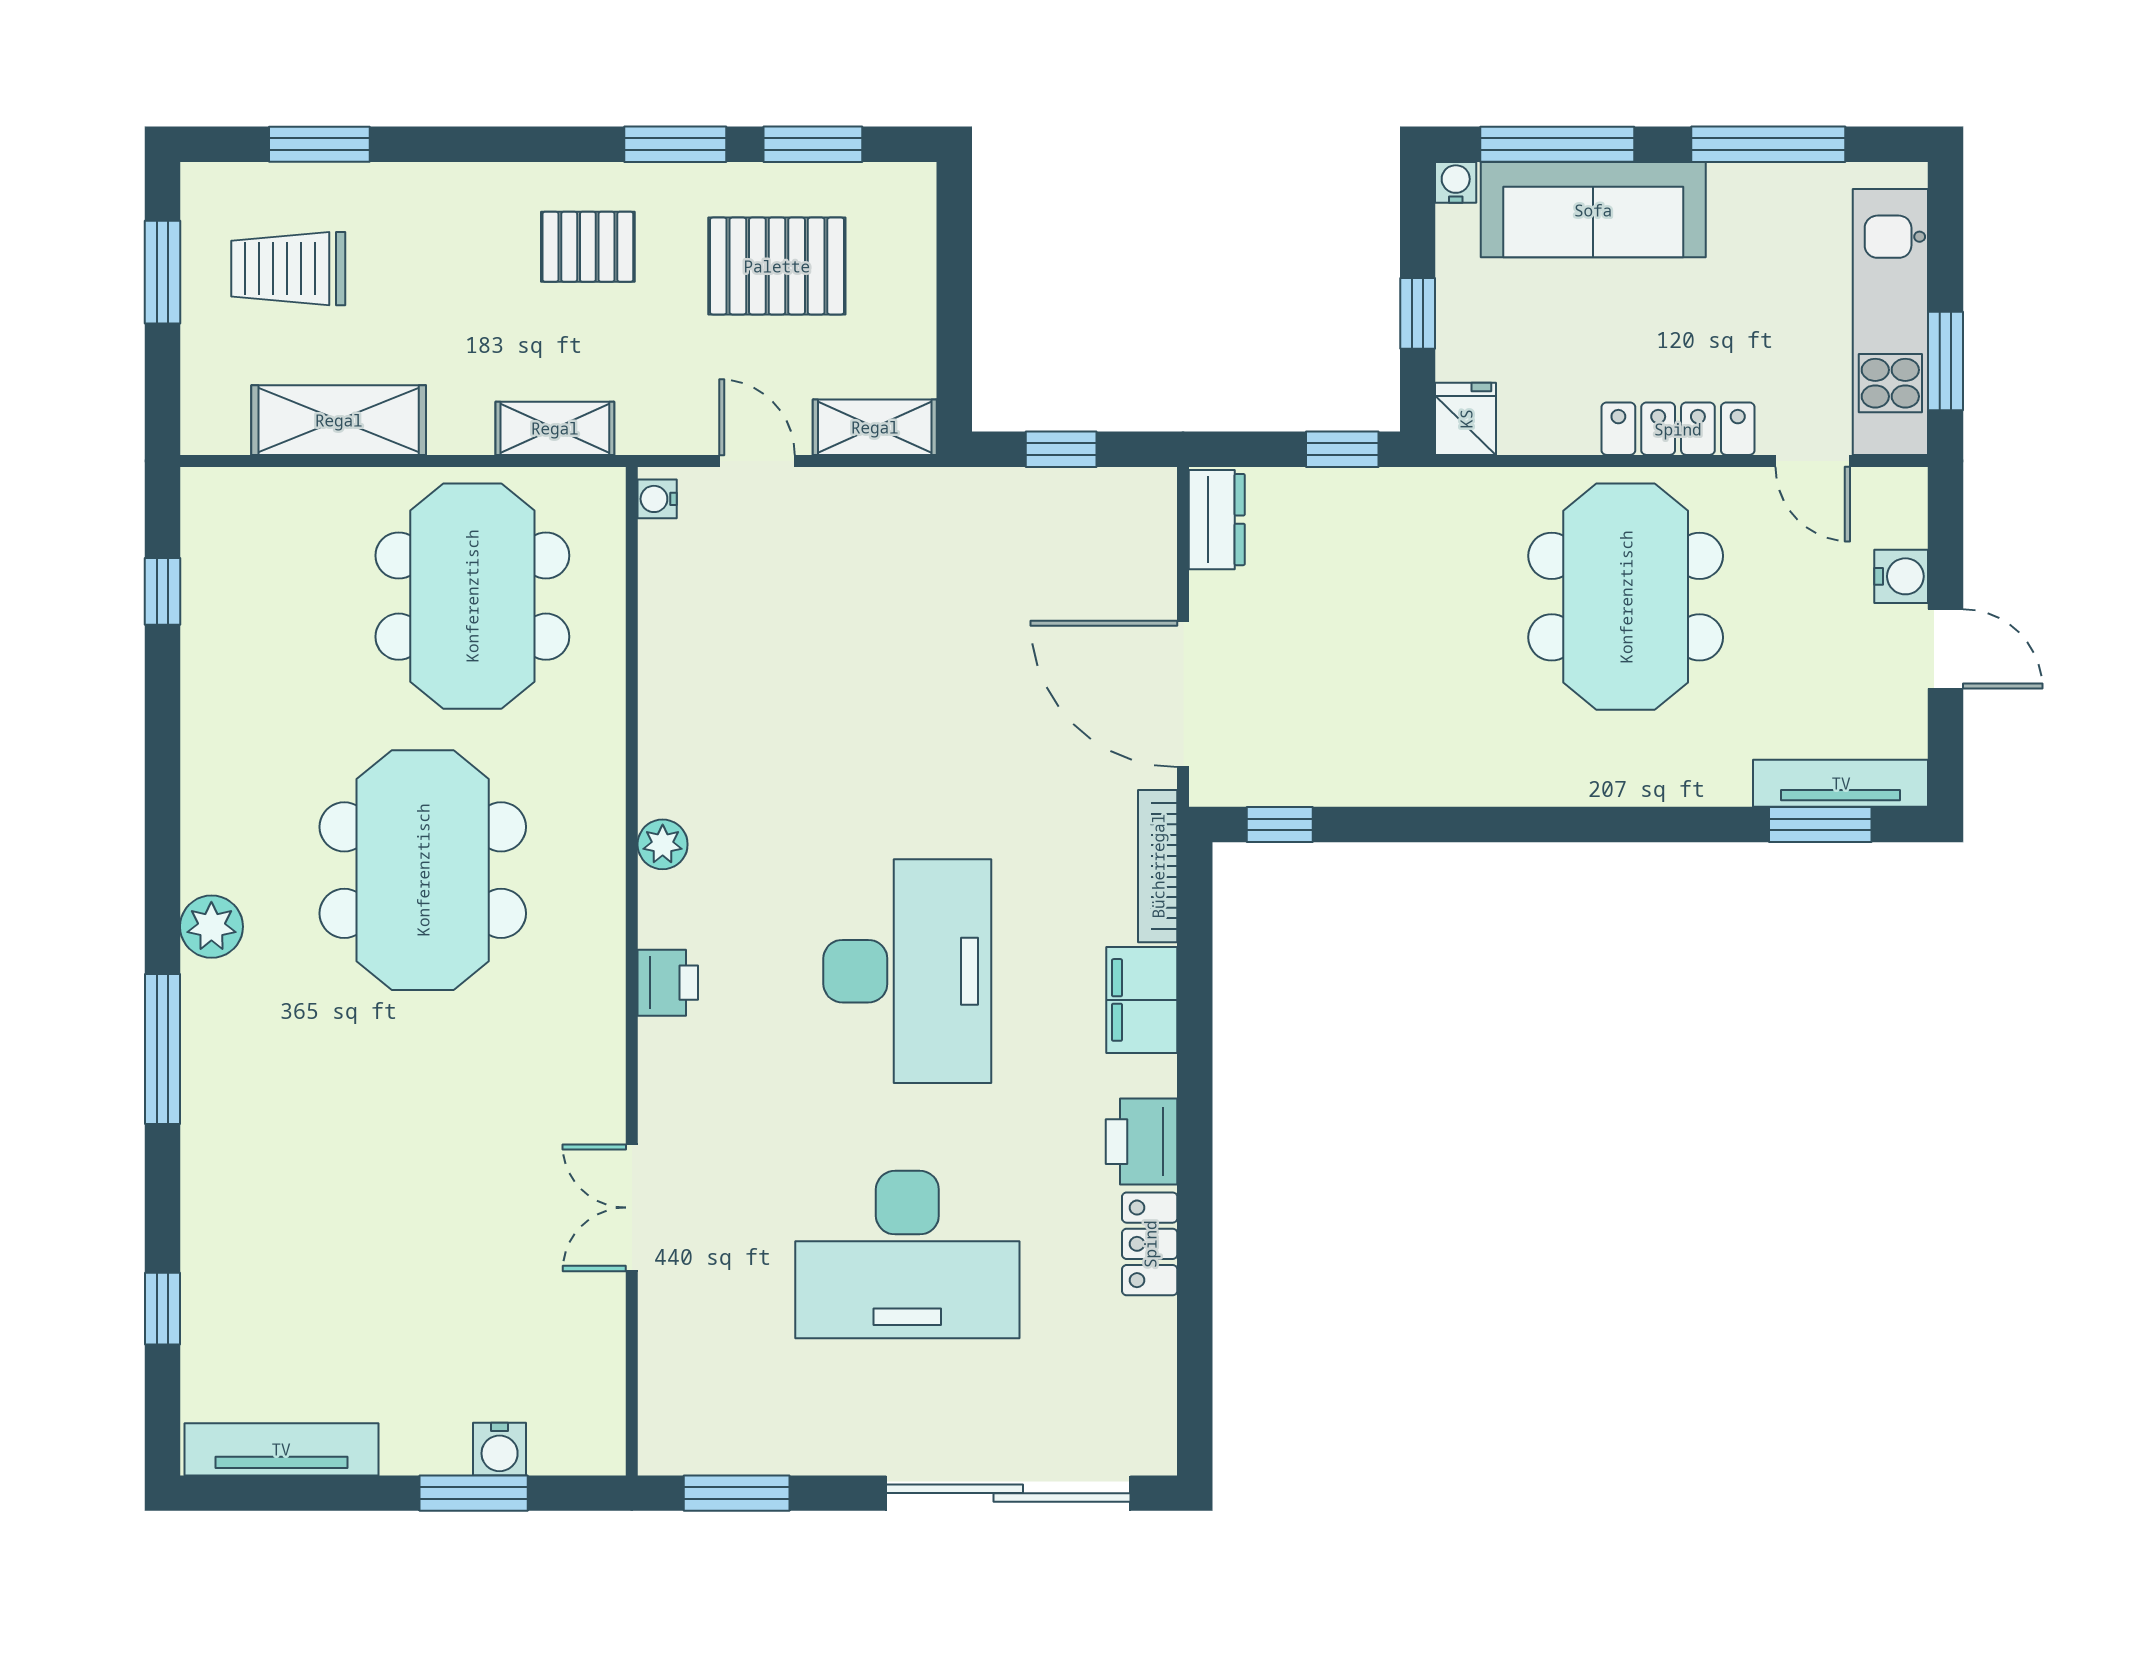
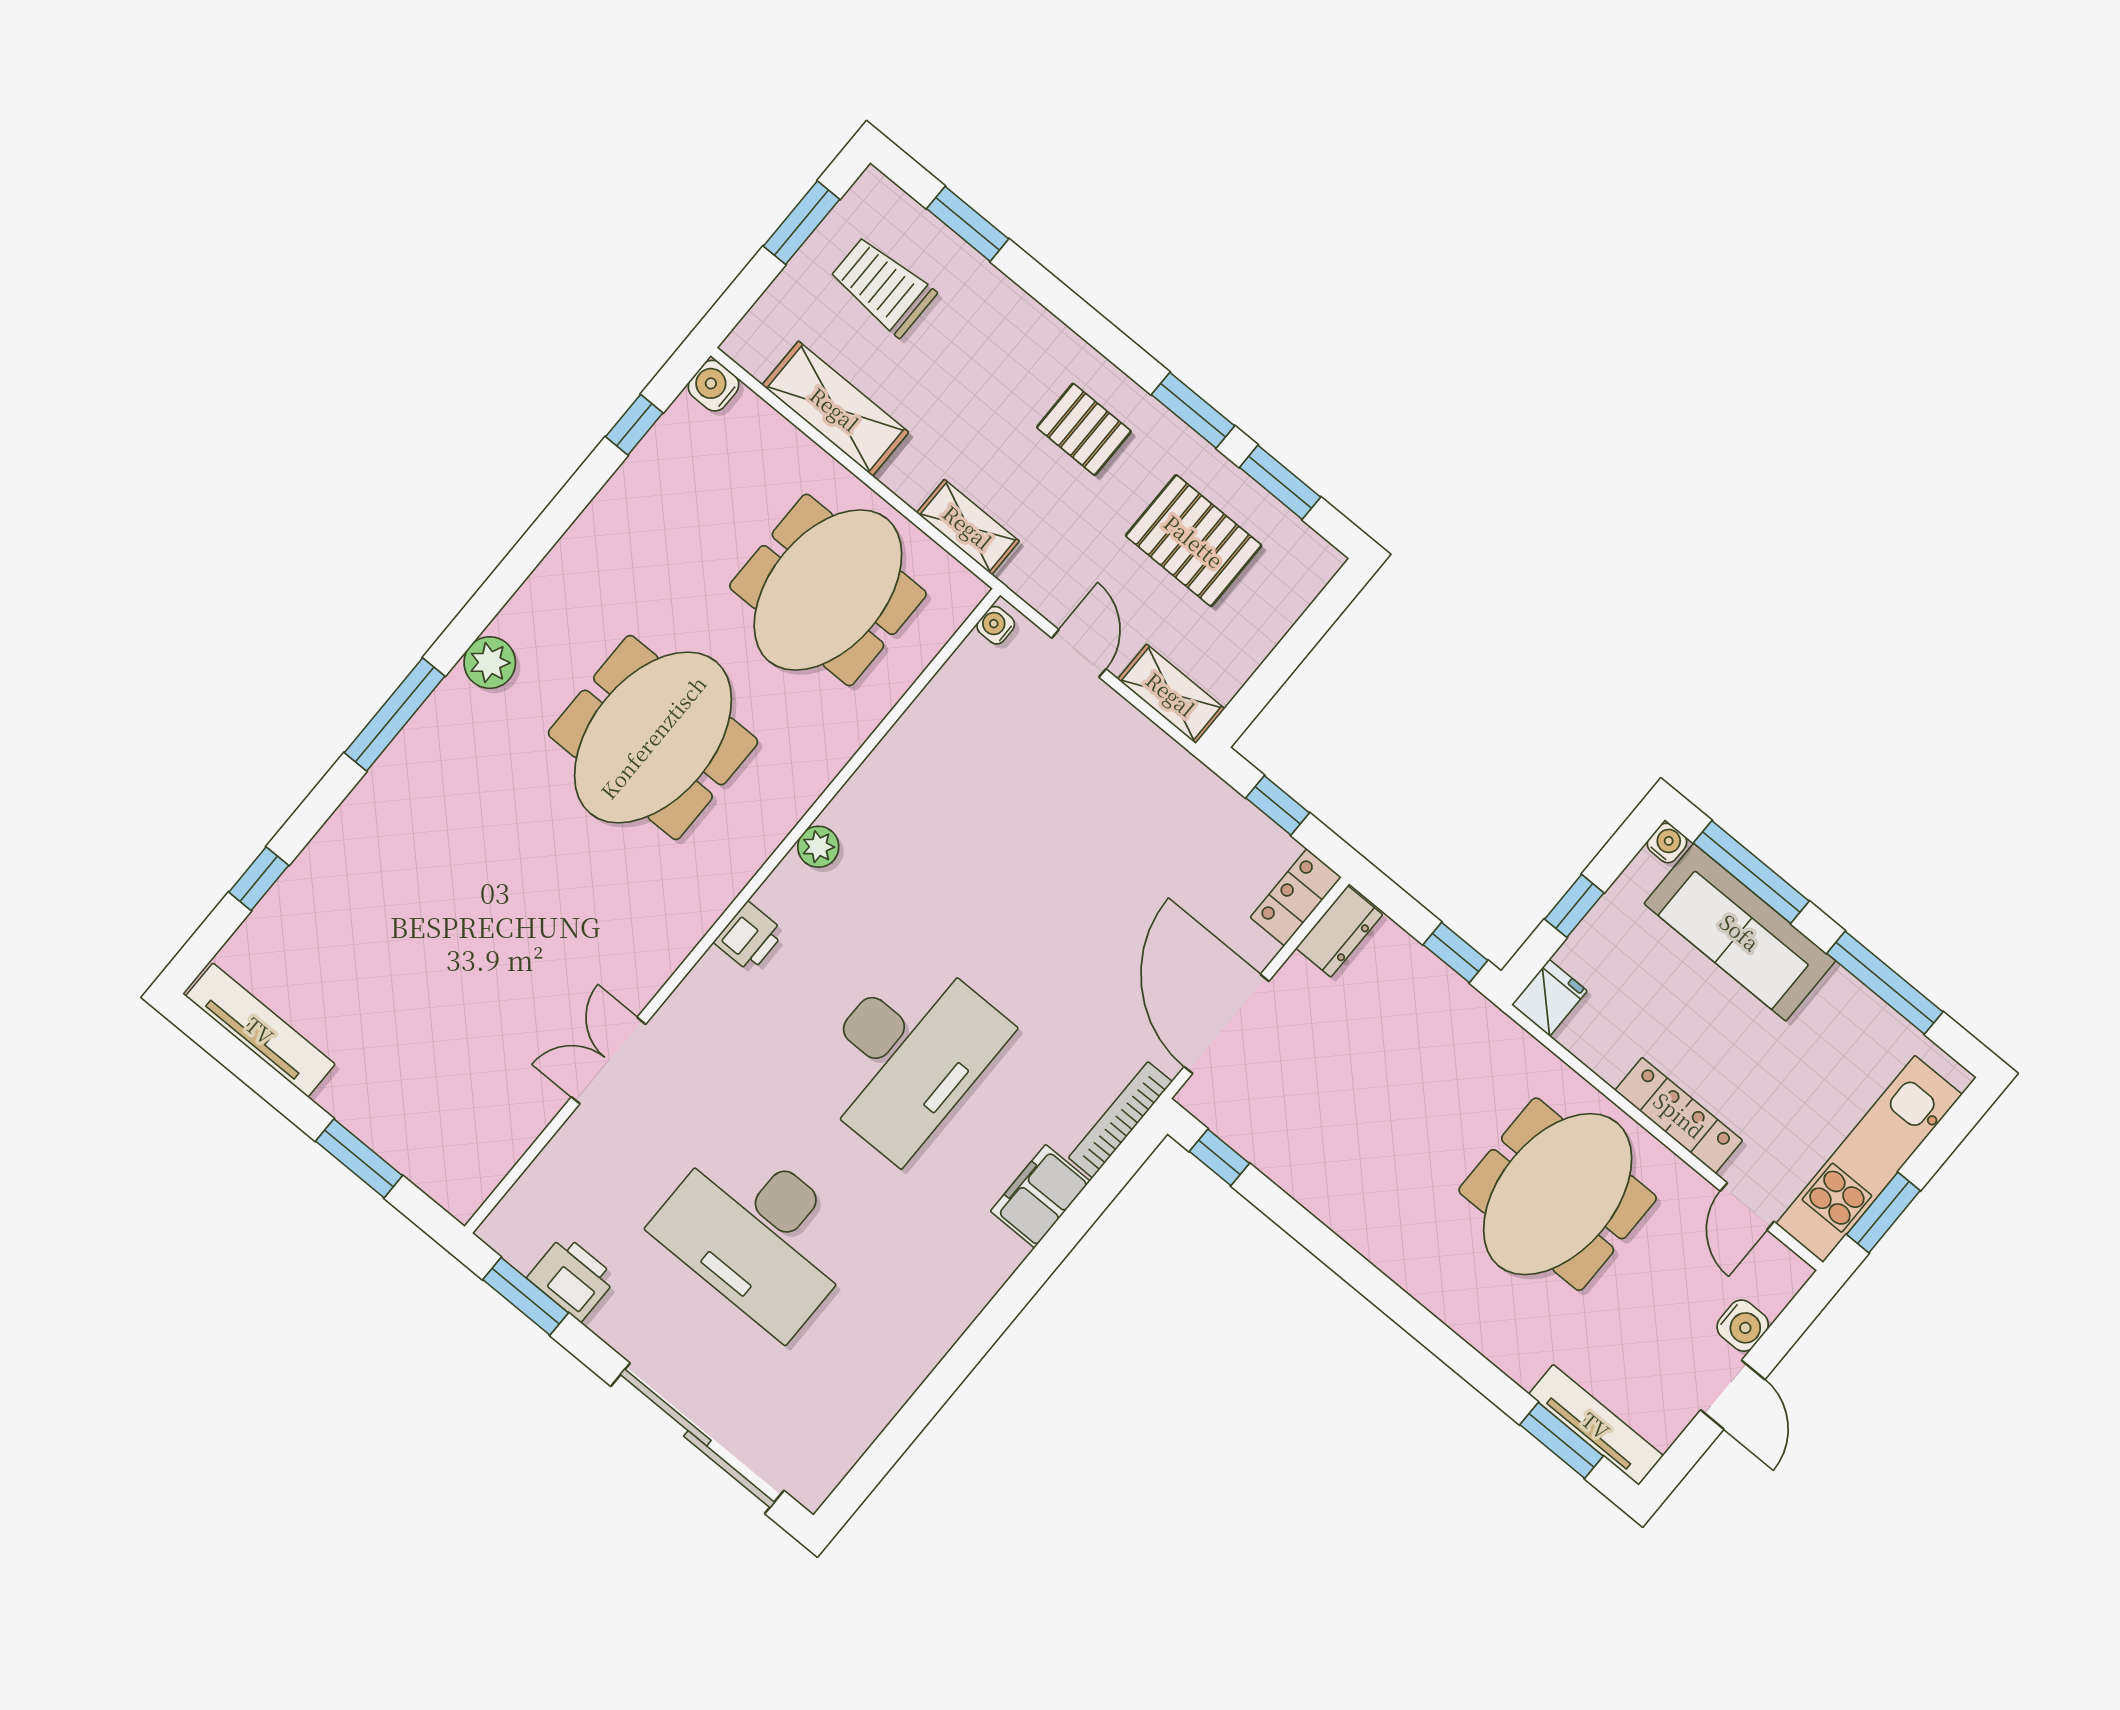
printer: (1141, 1142) -> (572, 1278), moved, turned 90
locker: (1150, 1244) -> (1296, 897), moved
water cooler: (500, 1449) -> (714, 386), moved, turned 90

